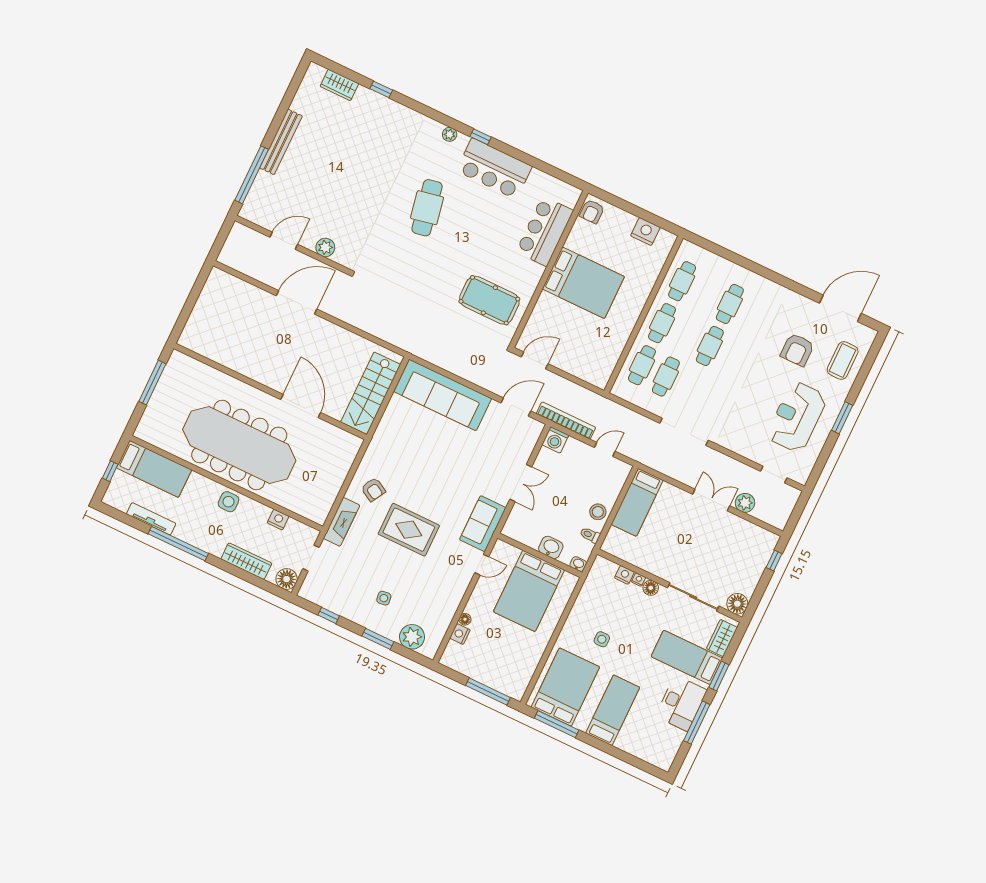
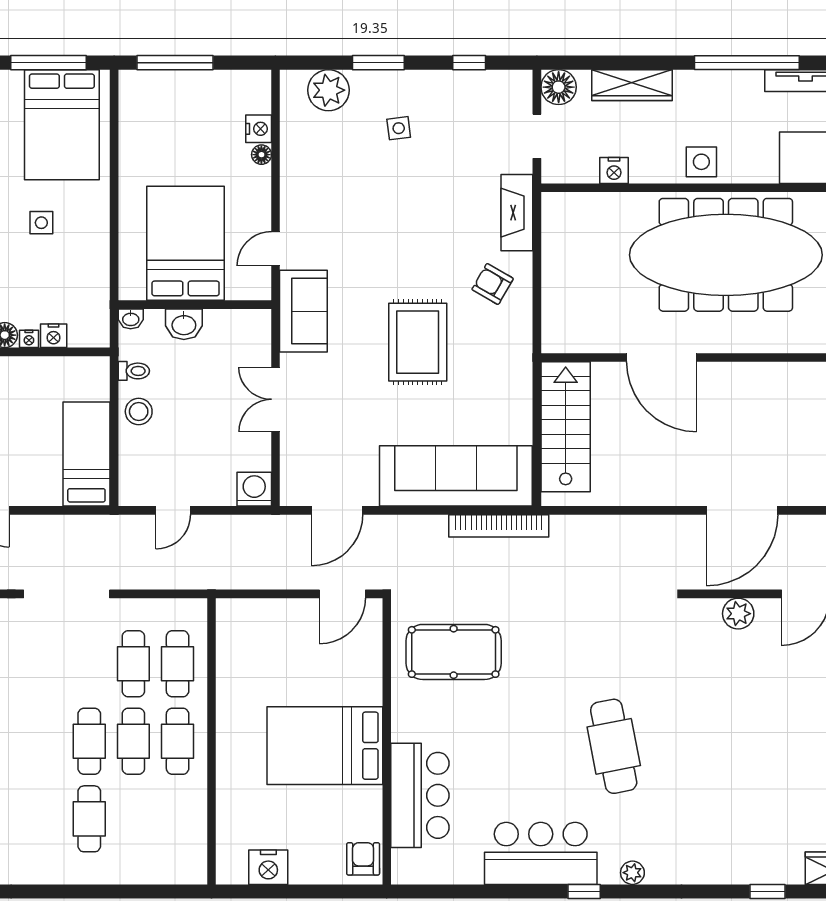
cafe table: (682, 281) -> (133, 741), moved
bookcase: (566, 421) -> (499, 526), moved
rug: (409, 530) -> (418, 342), moved, turned 90

